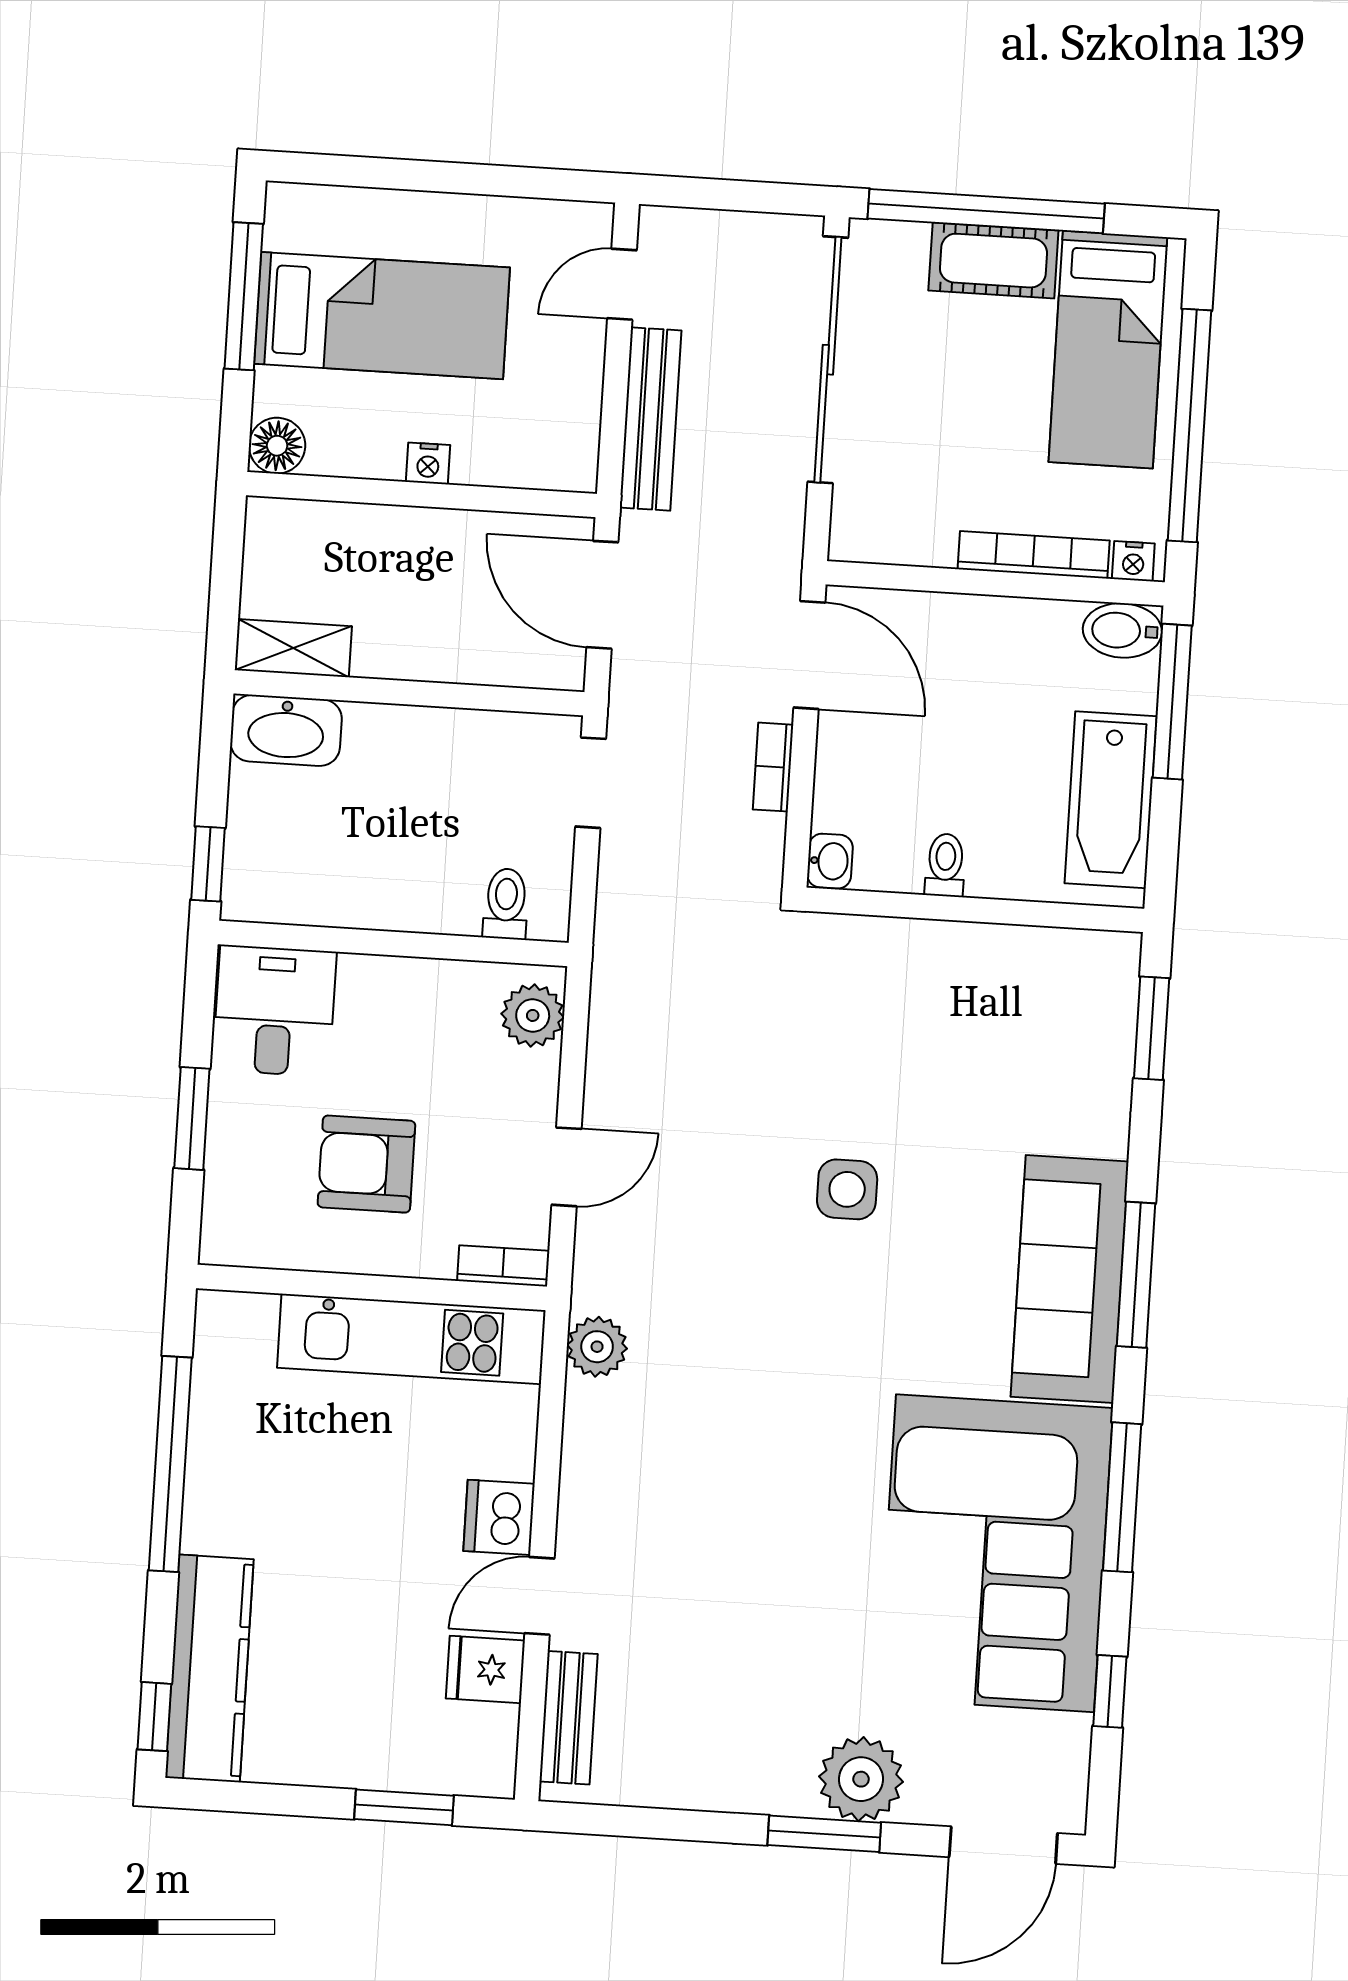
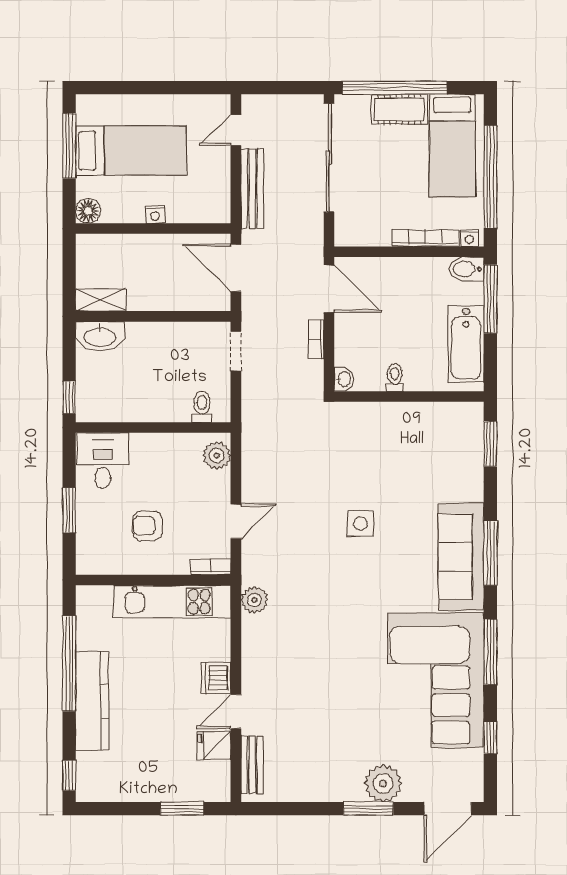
armchair: (366, 1164) -> (148, 526), width x0.72, depth x0.72
kitchen counter: (209, 1668) -> (92, 701), moved

